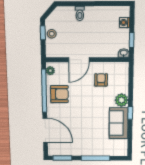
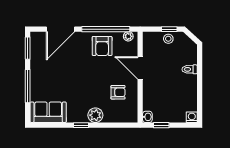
washing machine: (125, 23) -> (192, 117), moved
sofa: (119, 123) -> (48, 112), moved

